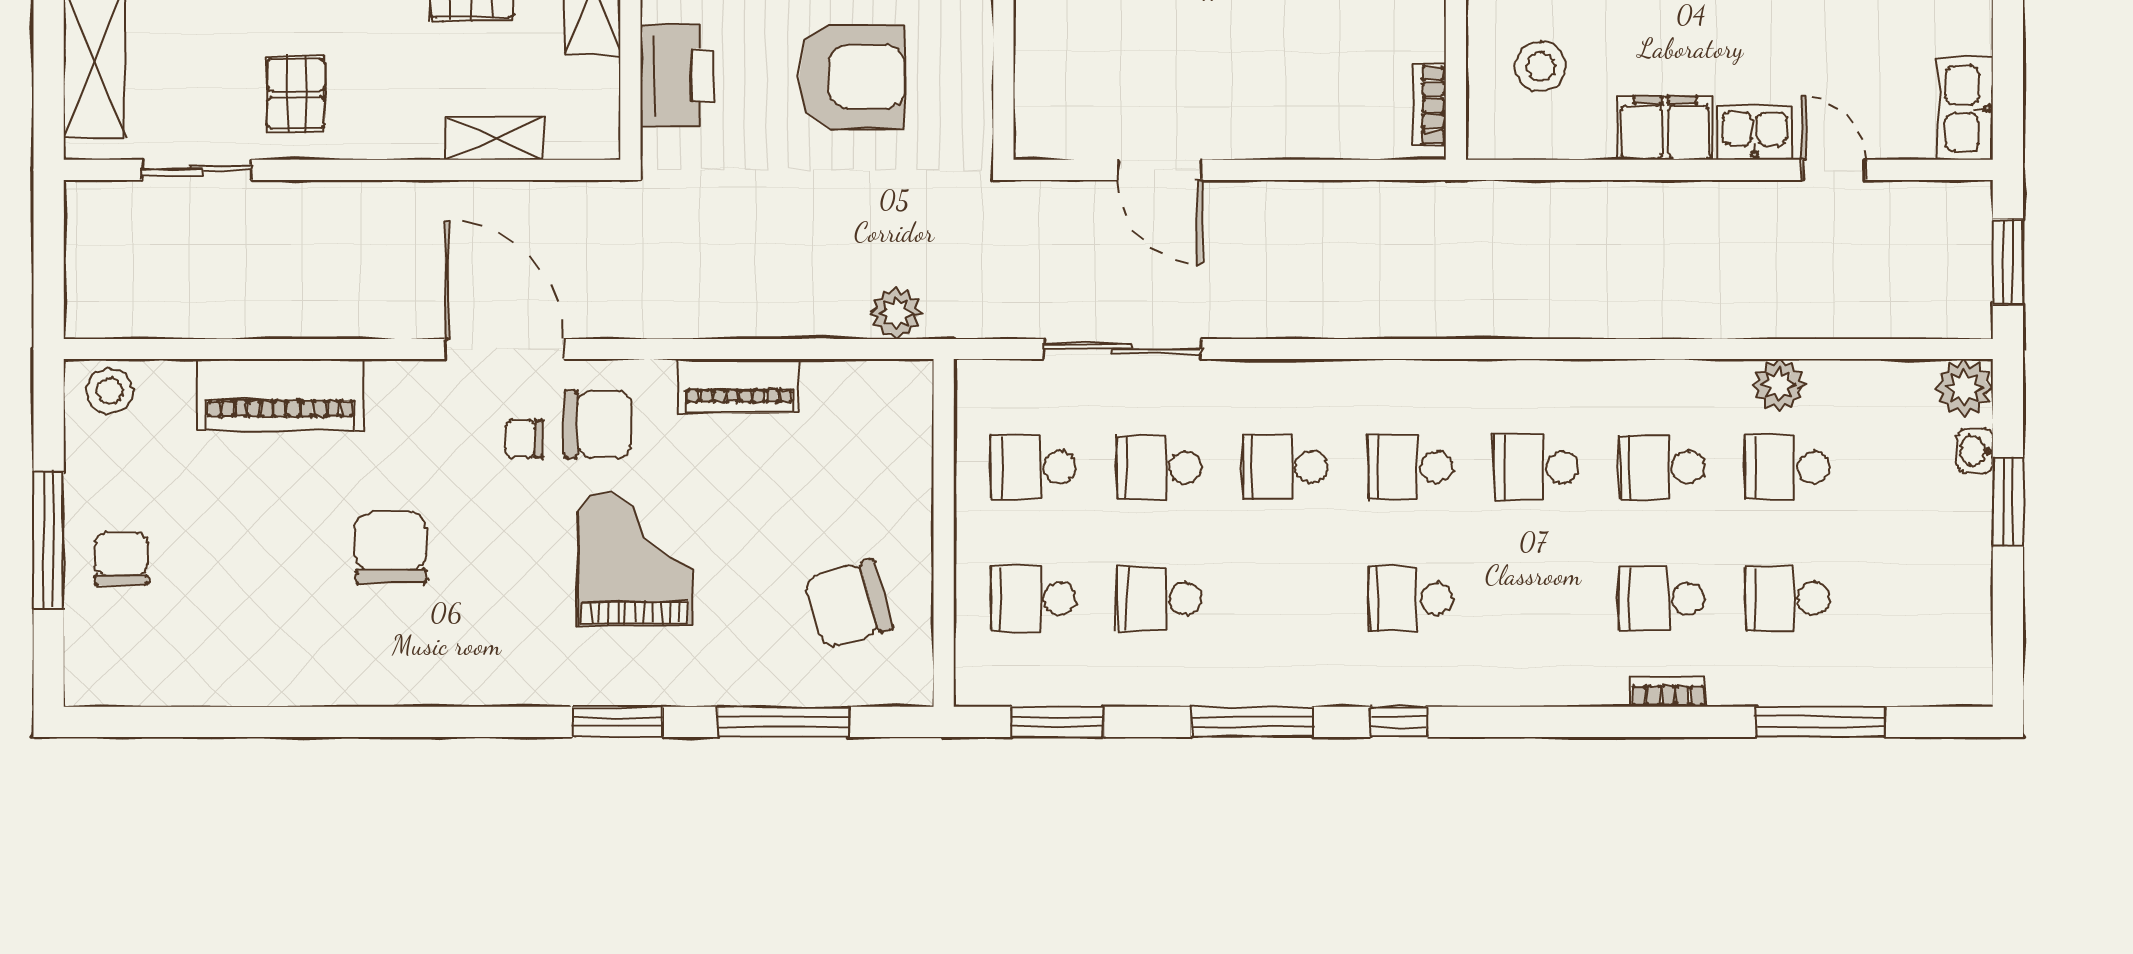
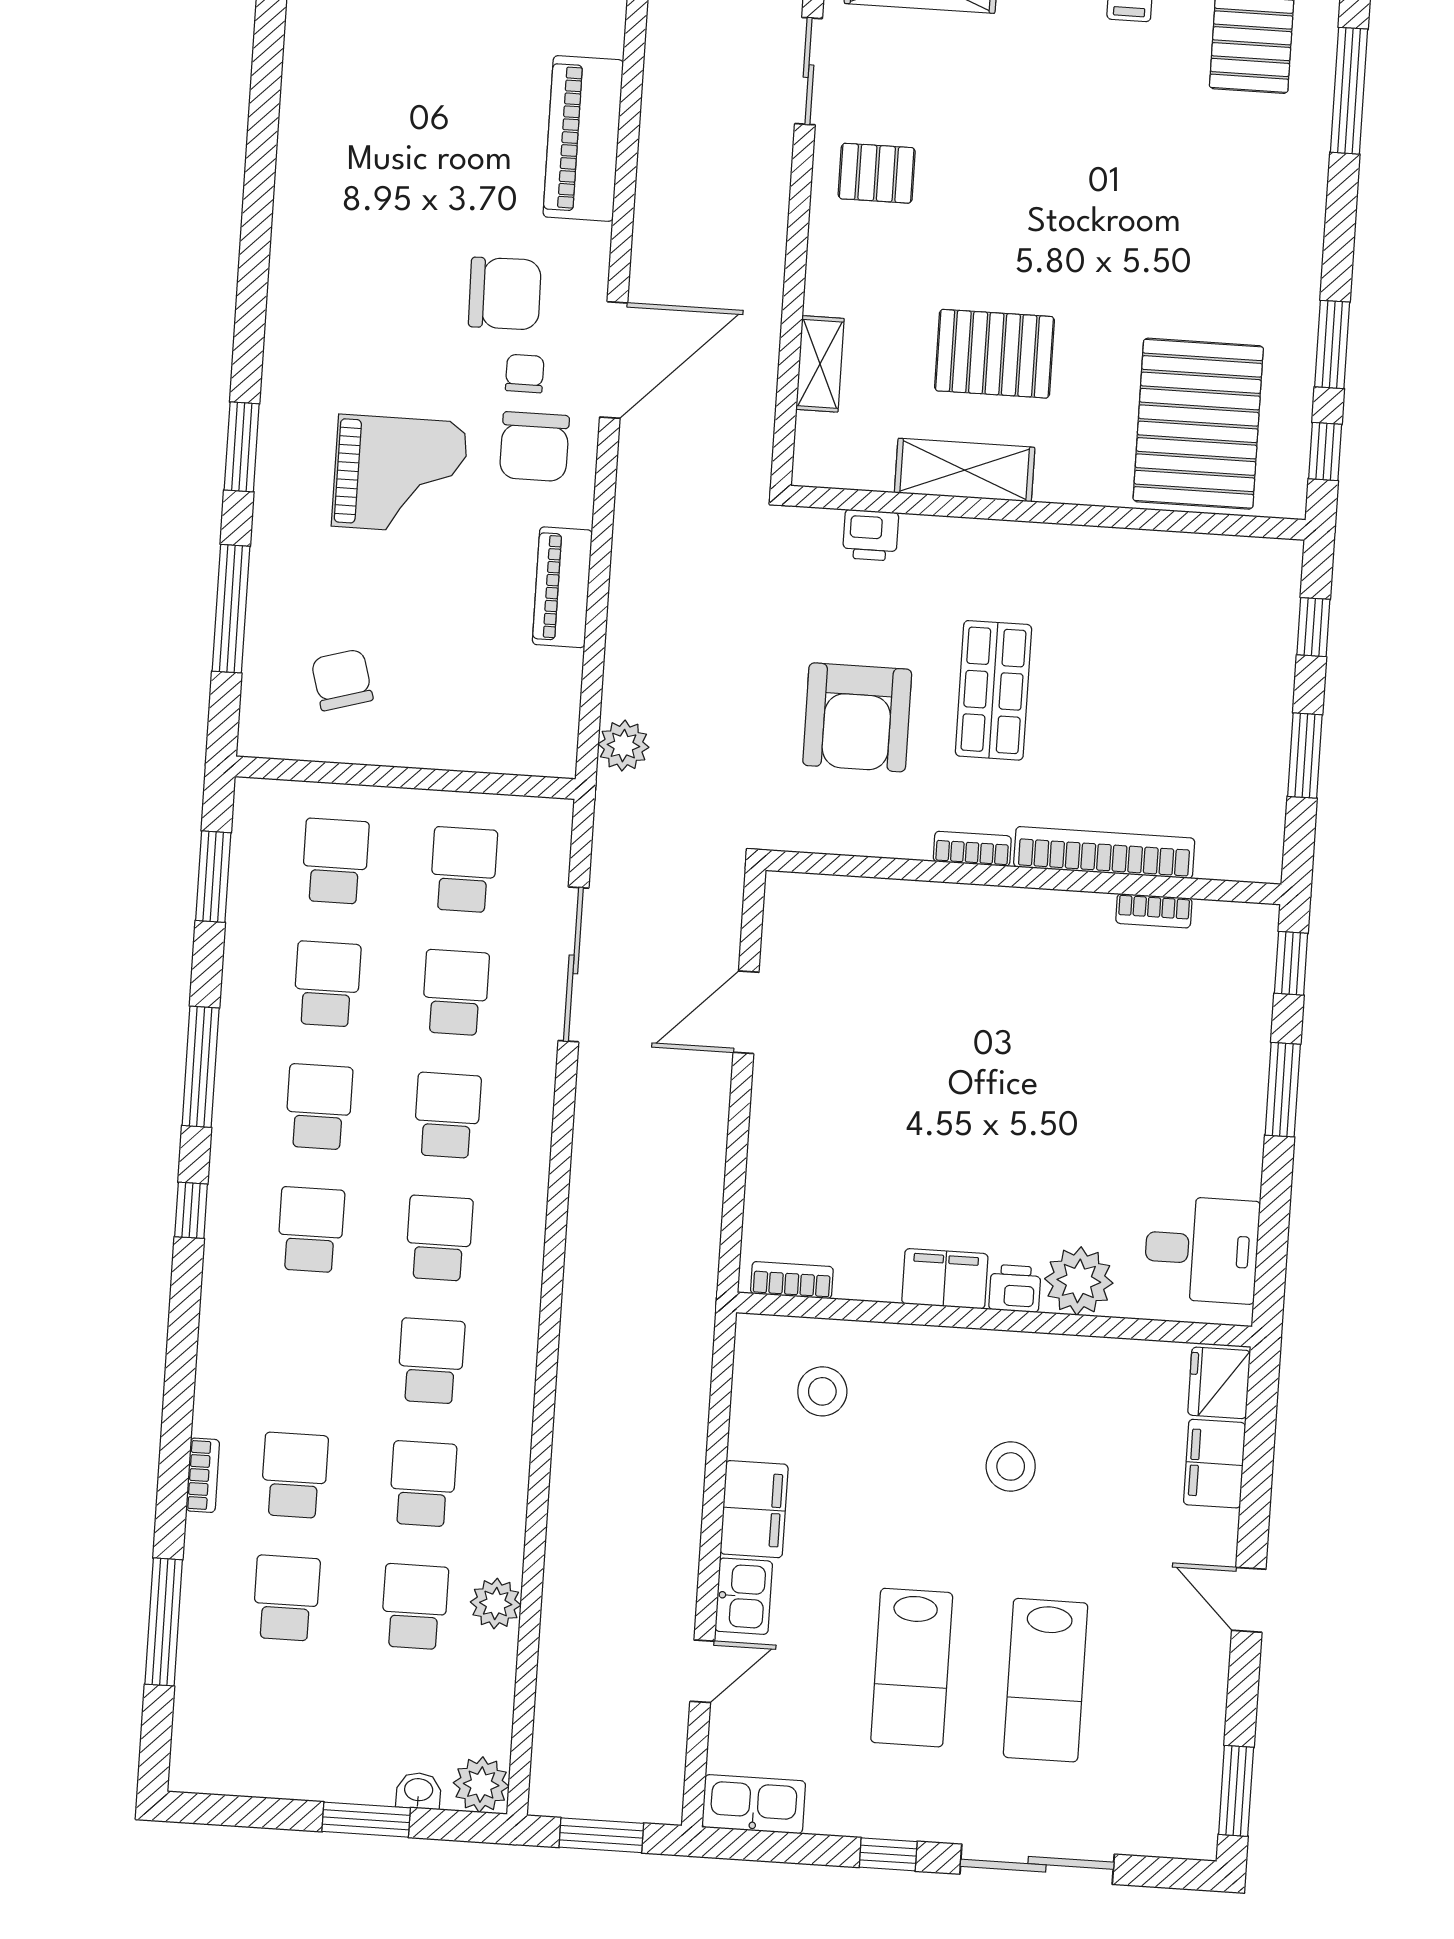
printer: (677, 75) -> (871, 535), width x0.53, depth x0.68
chair: (391, 548) -> (505, 294), moved
school desk: (1285, 599) -> (319, 1107), added
chair: (848, 604) -> (342, 680), width x0.73, depth x0.73

